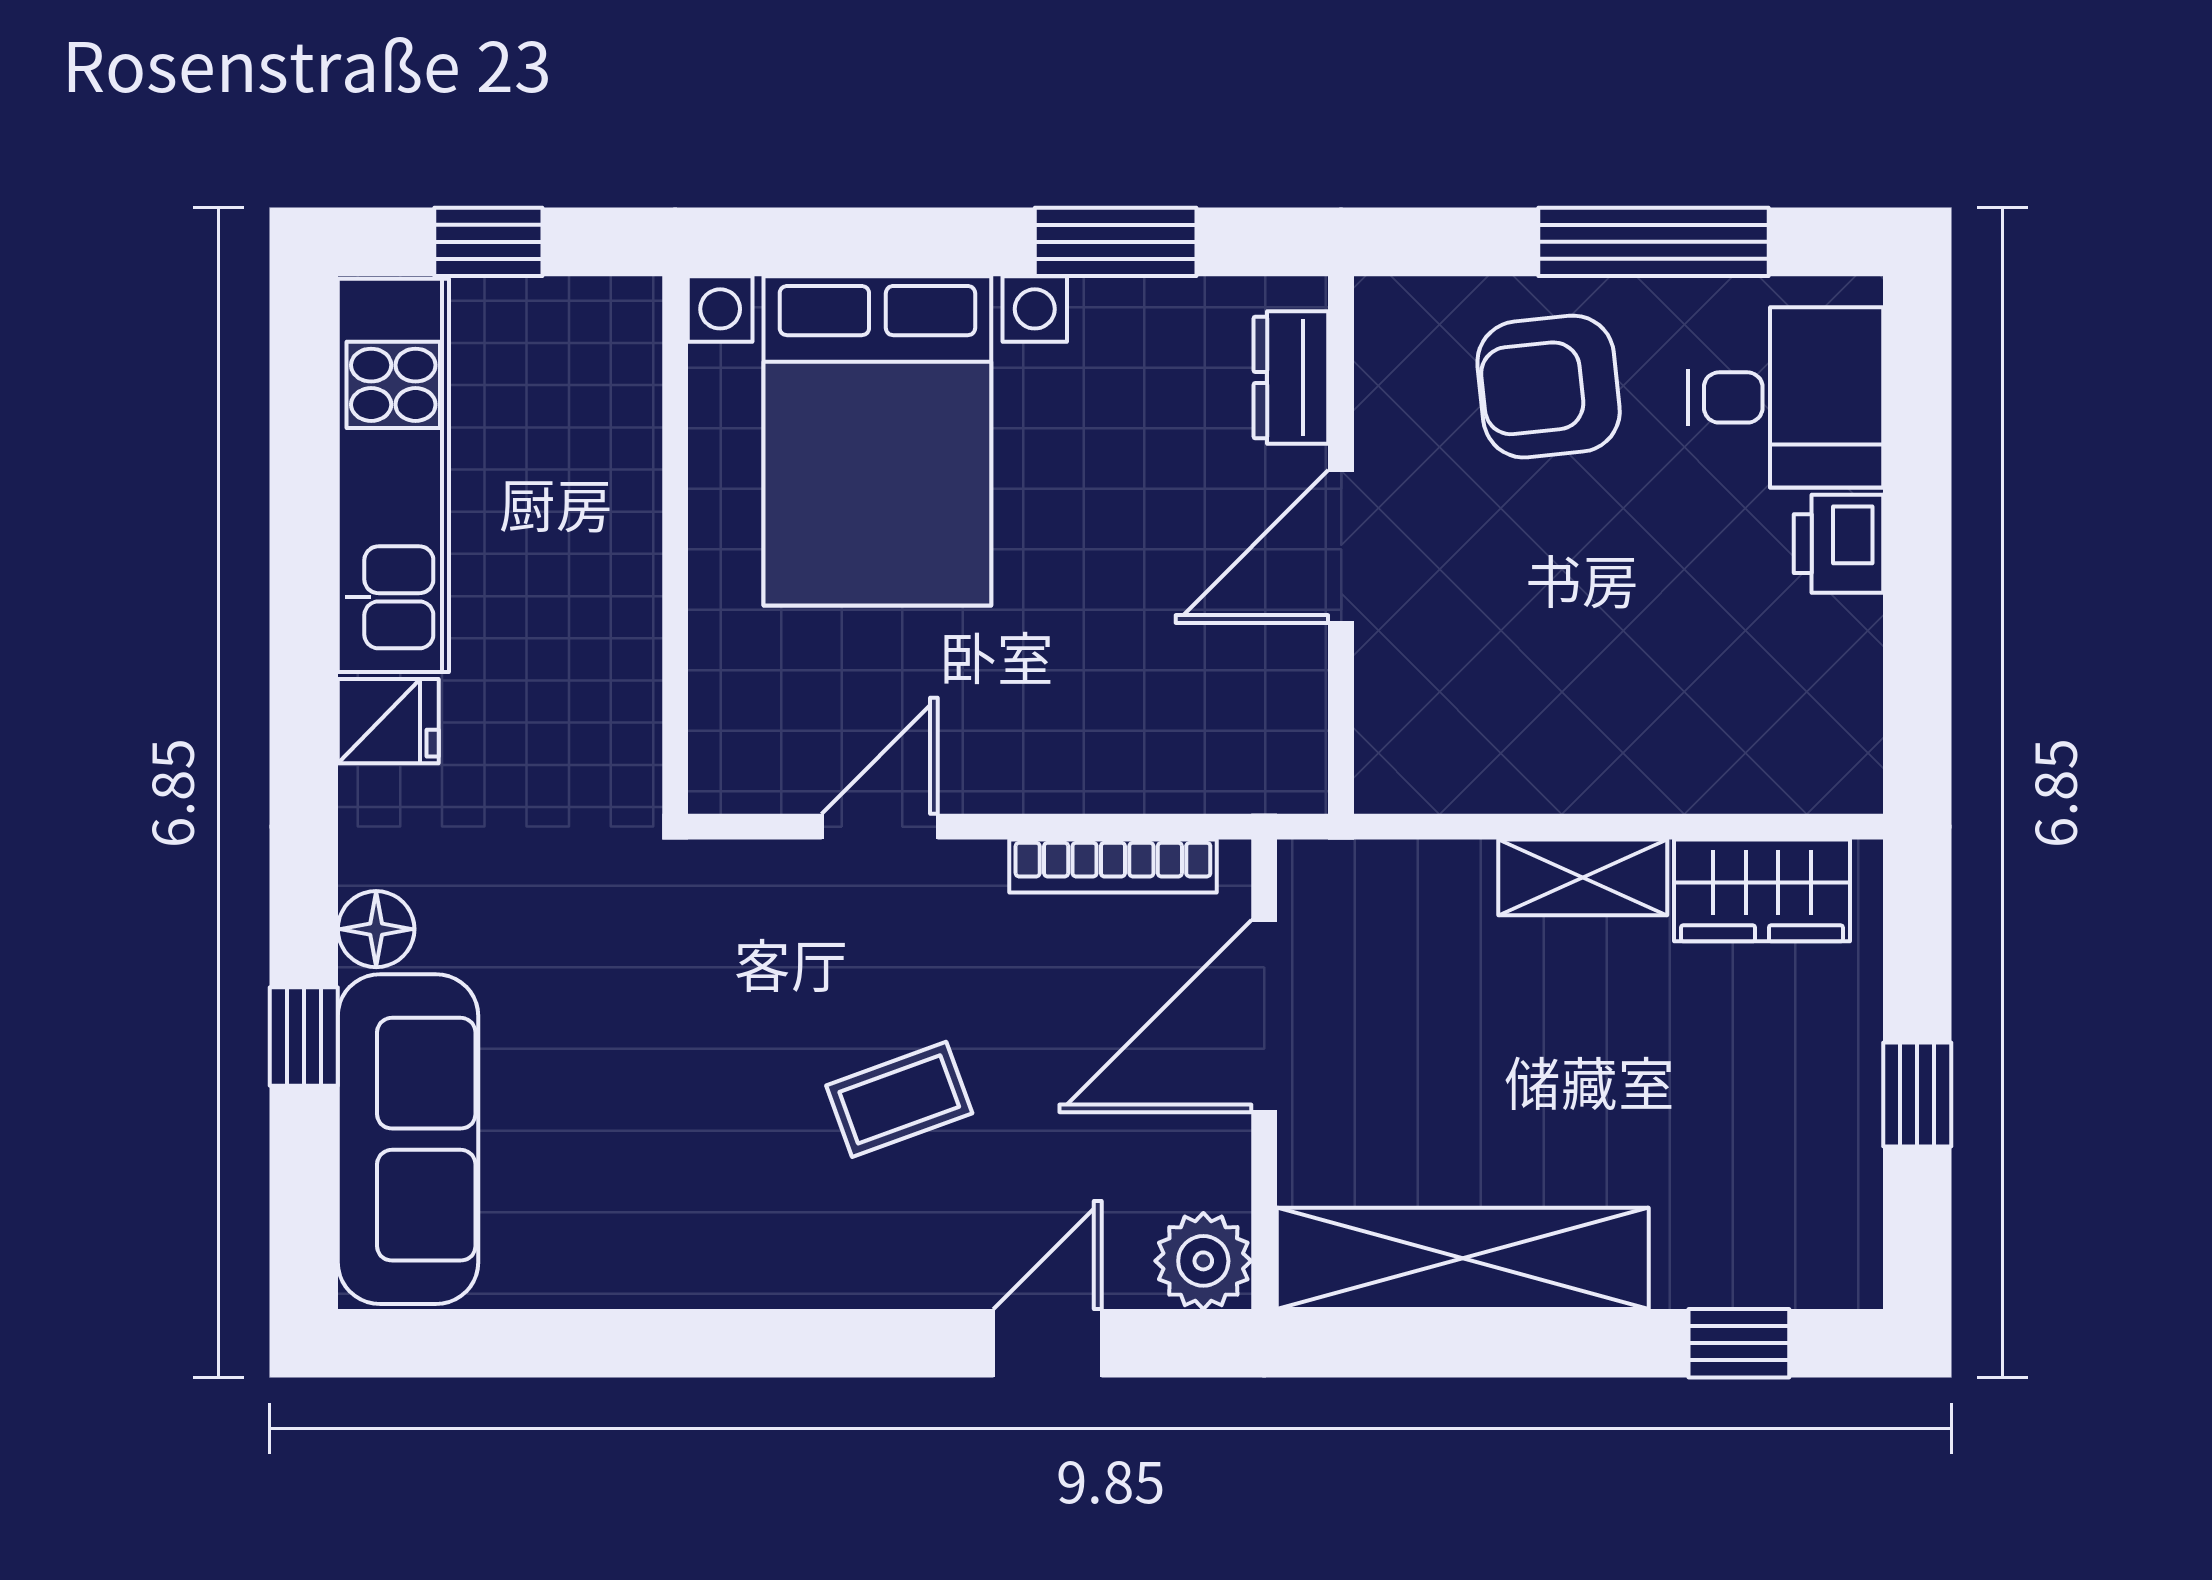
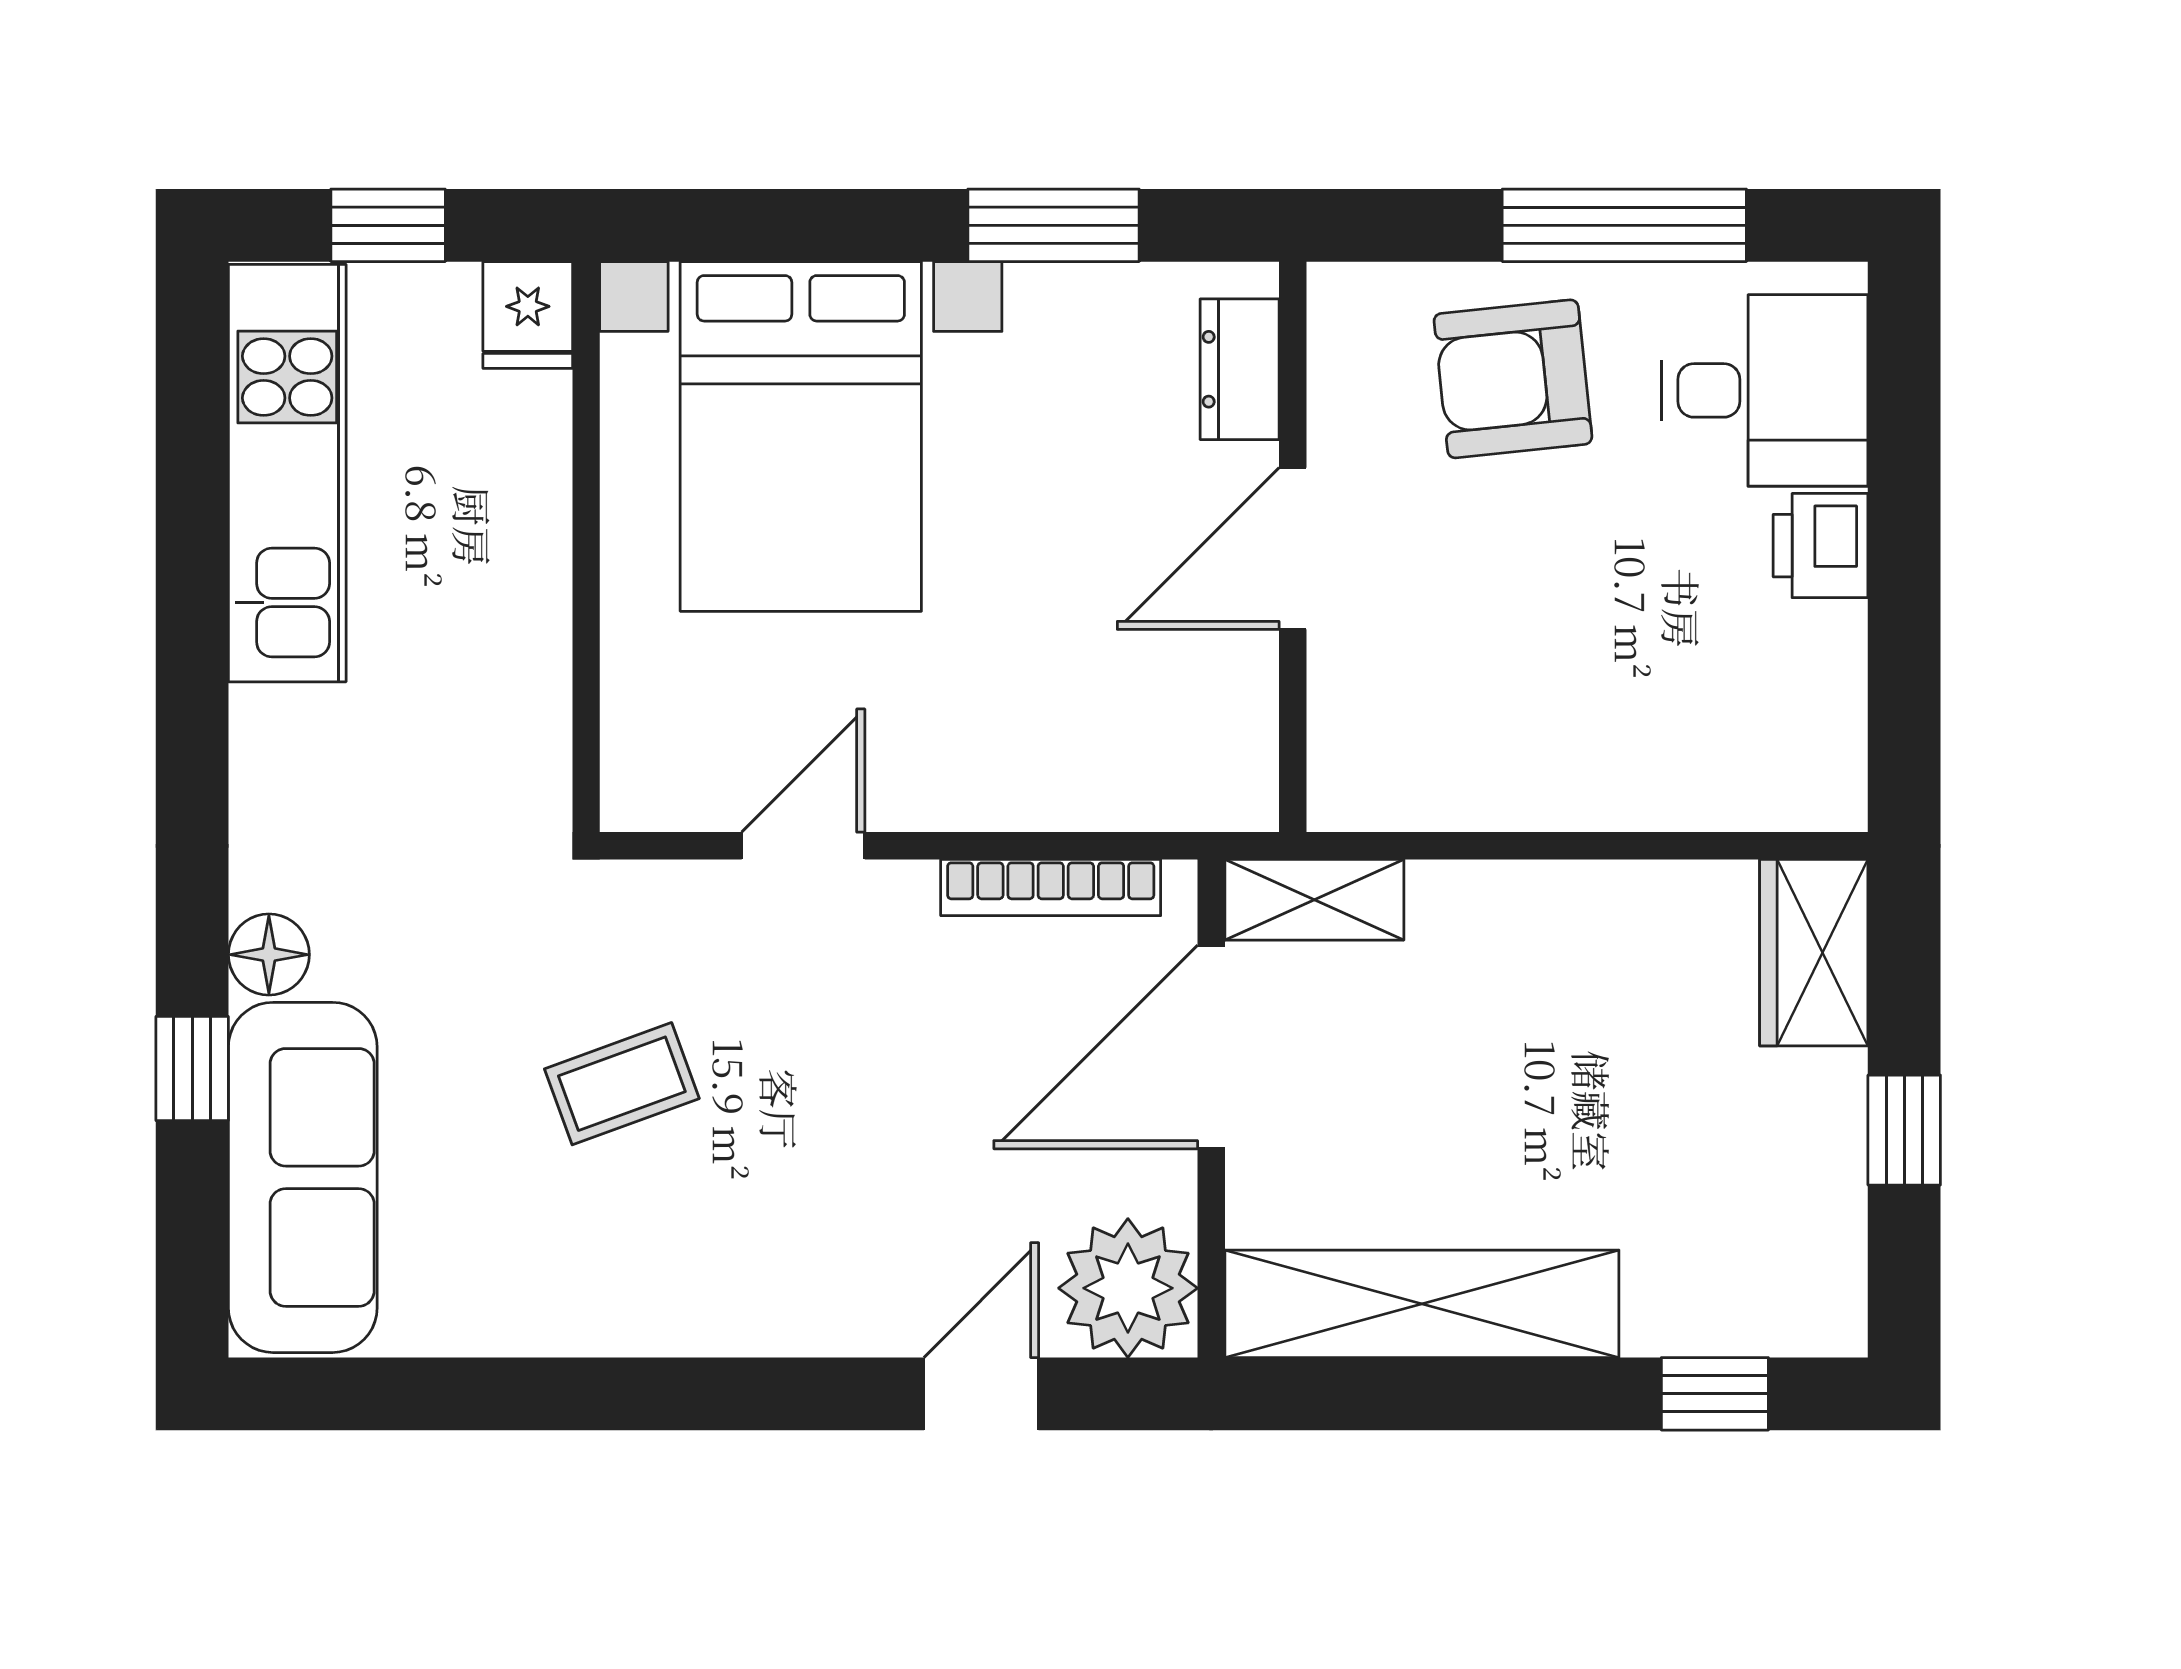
fridge: (388, 721) -> (528, 315), moved, turned 90
shelving: (1583, 877) -> (1314, 900), moved
wardrobe: (1762, 890) -> (1814, 953), moved, turned 90
coffee table: (899, 1099) -> (622, 1084), moved
plant: (1203, 1261) -> (1128, 1288), width x1.36, depth x1.36

